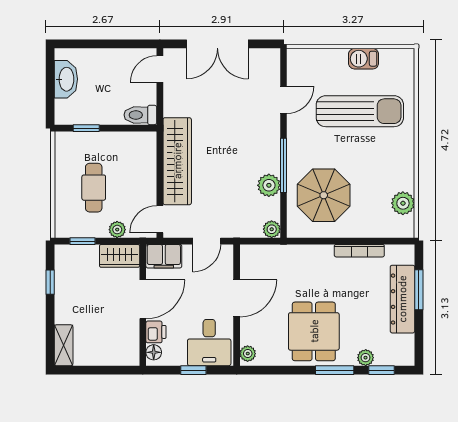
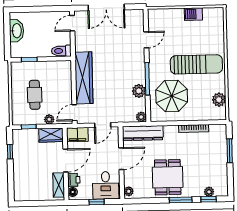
sun lounger: (360, 111) -> (196, 64), moved
dresser: (402, 299) -> (143, 133), moved, turned -90
shelving: (64, 345) -> (59, 185), moved
plant: (366, 358) -> (209, 192), moved

